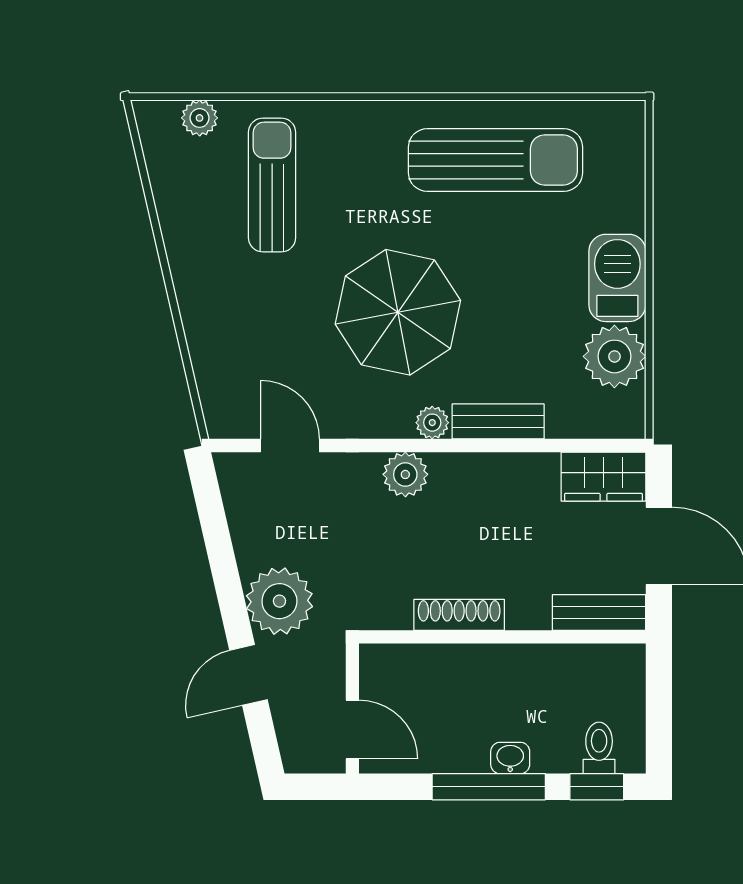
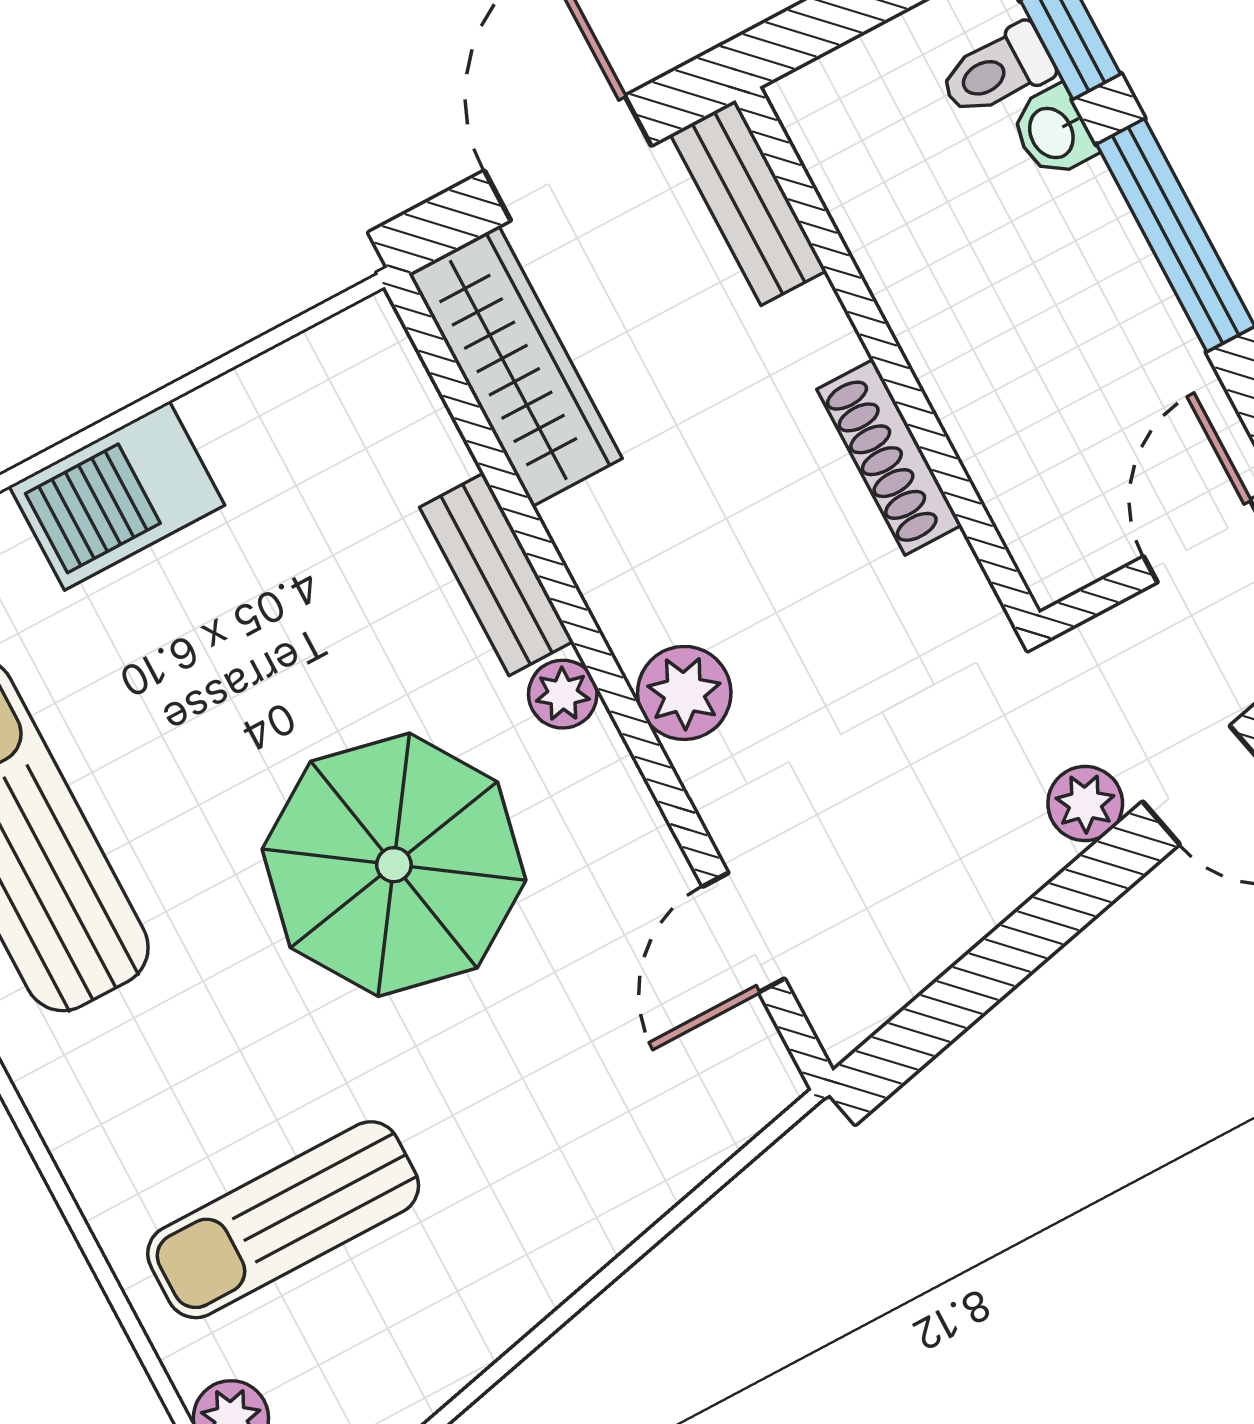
plant: (614, 356) -> (264, 424), removed
wardrobe: (603, 477) -> (515, 366), width x1.50
plant: (279, 601) -> (1085, 804), width x0.53, depth x0.53
washbasin: (510, 758) -> (1053, 132), moved

